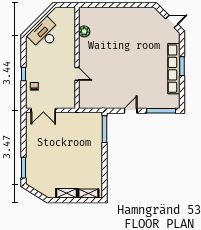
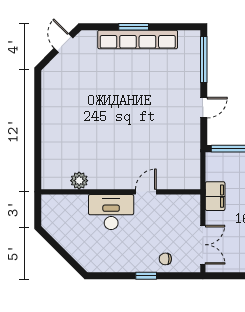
desk: (44, 34) -> (111, 212), moved, turned 135
door: (131, 111) -> (204, 108), swing flipped
filing cabinet: (74, 118) -> (215, 196), added

